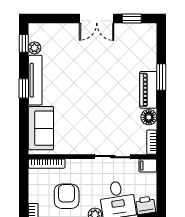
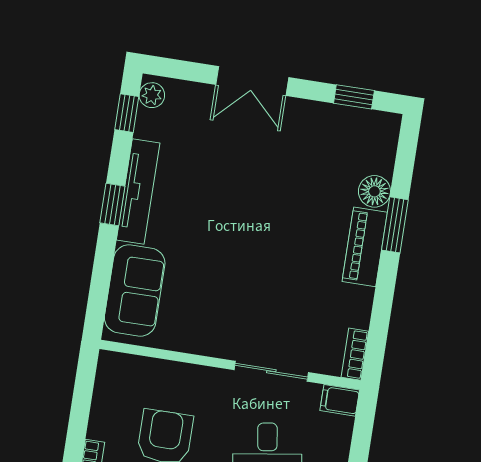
double door: (97, 18) -> (252, 81), moved
plant: (34, 48) -> (152, 95), moved
floor lamp: (149, 117) -> (374, 191), moved
bookcase: (47, 164) -> (135, 364), removed

